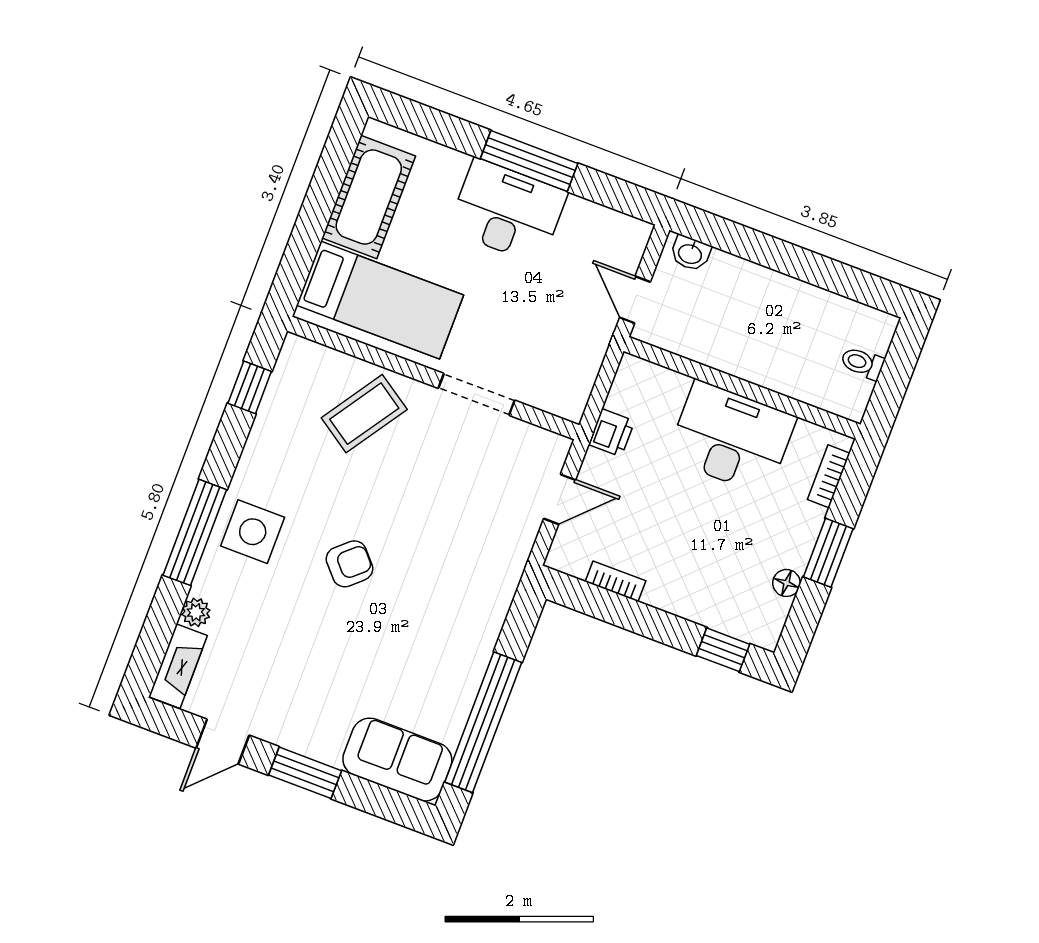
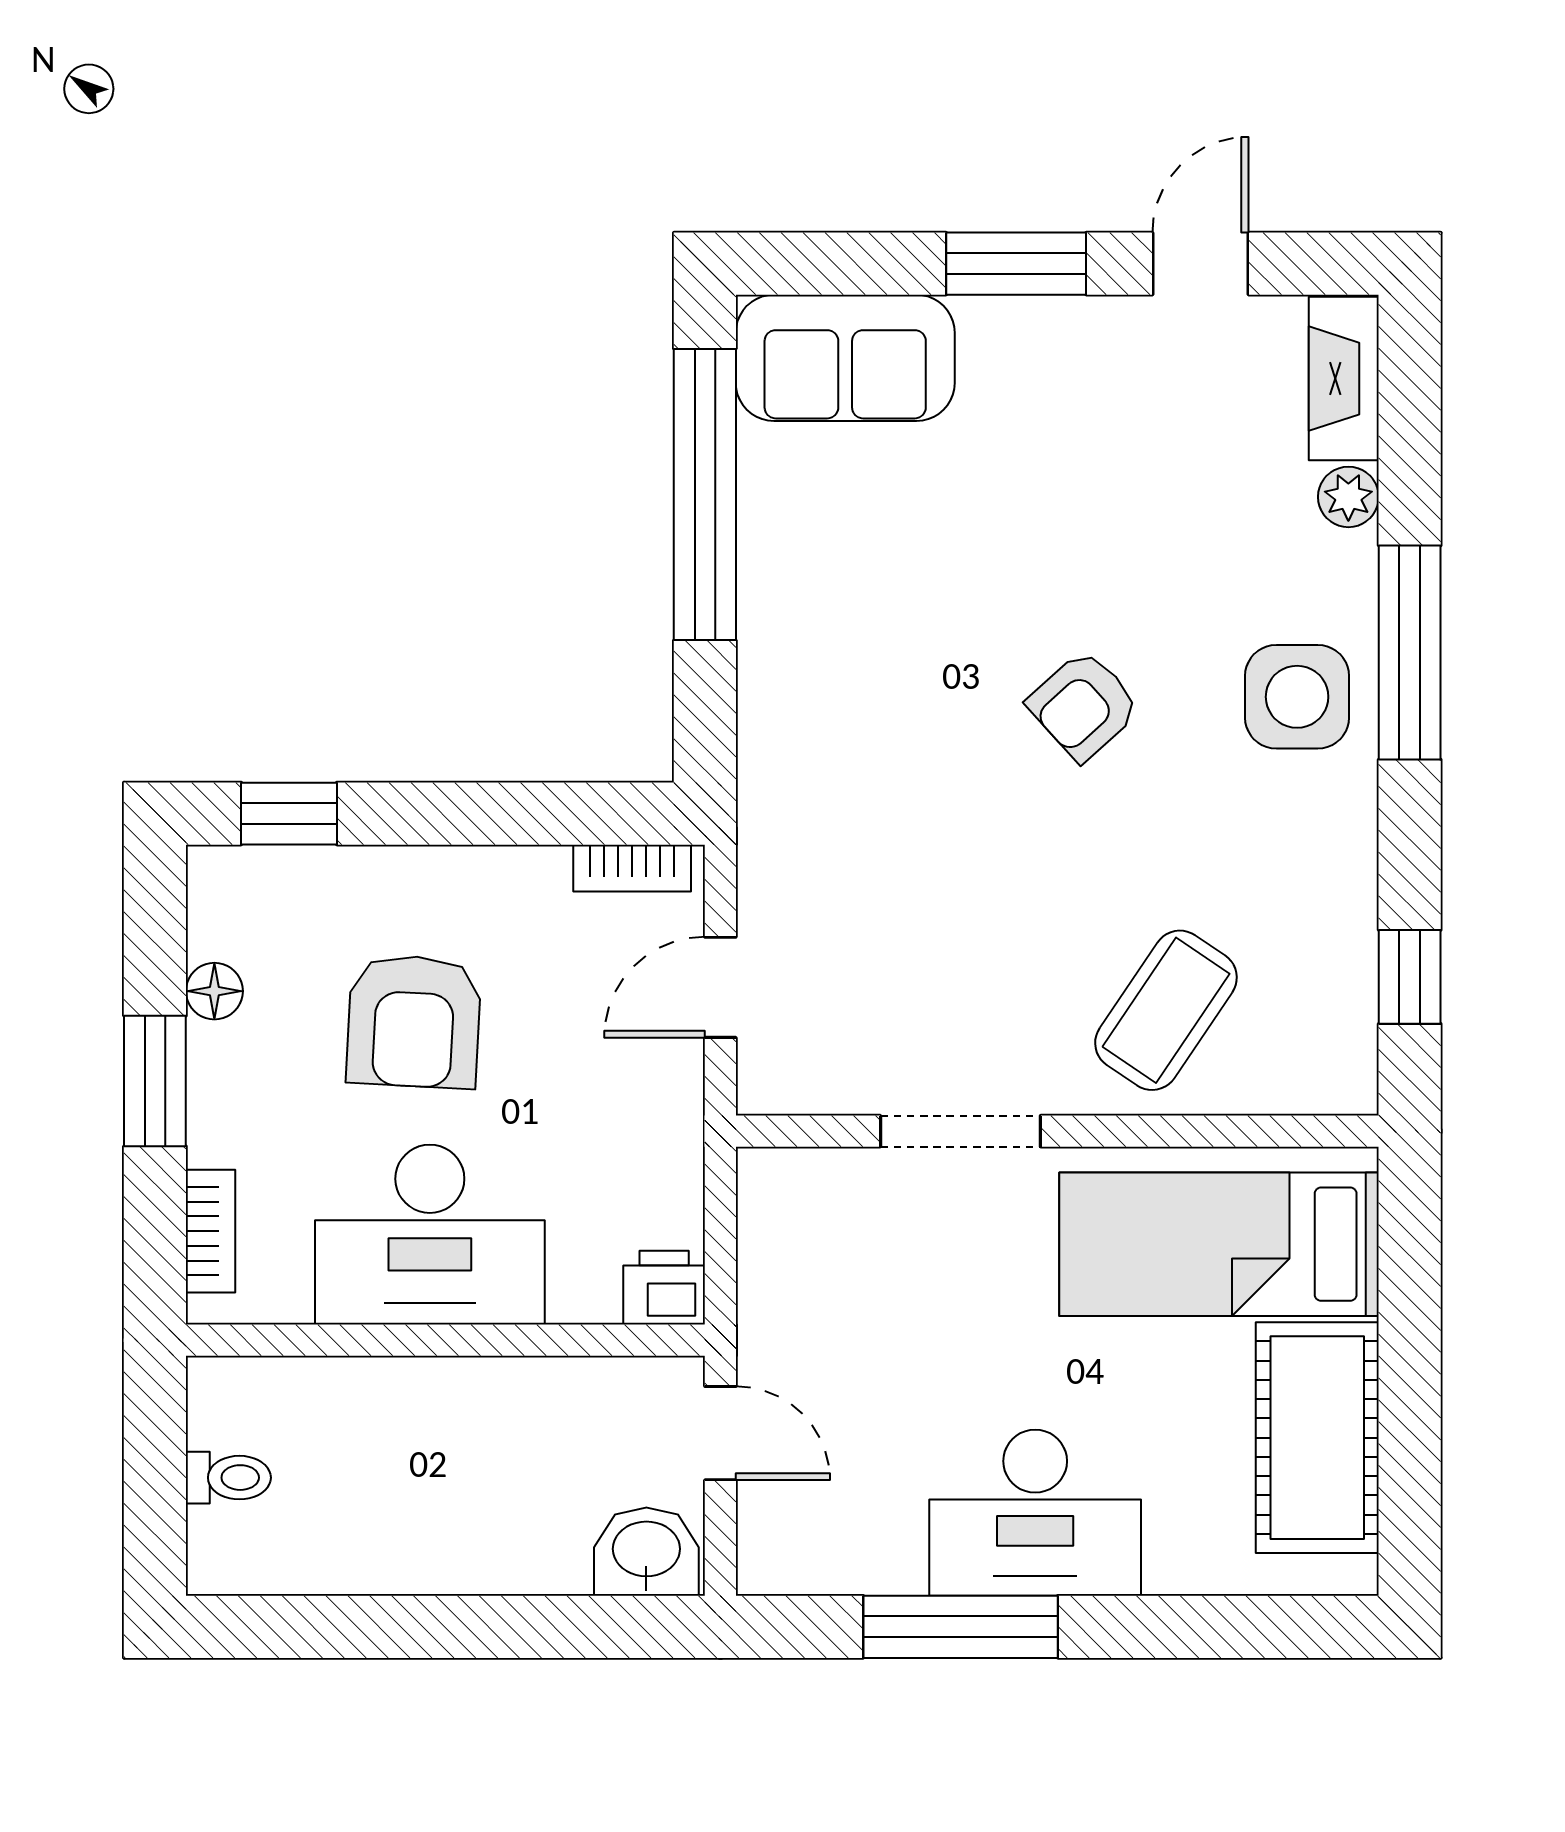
window: (529, 161) -> (961, 1627), moved
washbasin: (690, 253) -> (646, 1552), width x1.38, depth x1.45
printer: (612, 433) -> (664, 1288), moved, turned 90
armchair: (702, 536) -> (414, 1021), added
bookcase: (615, 581) -> (632, 868), moved

